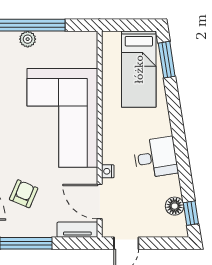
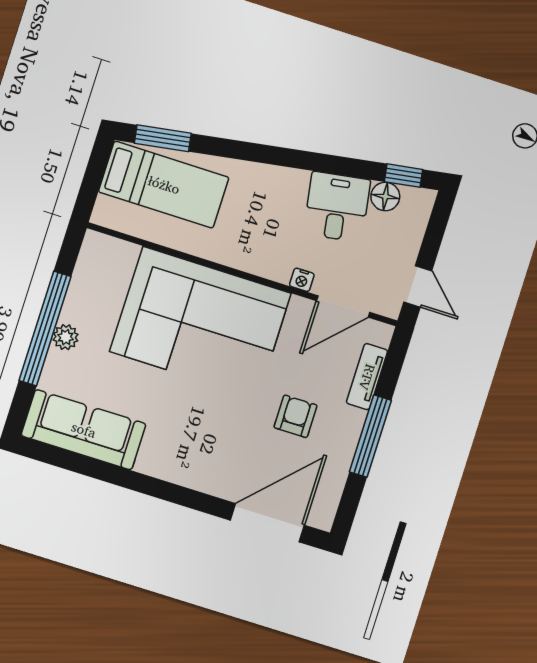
desk: (156, 157) -> (337, 207), moved
armchair: (24, 194) -> (295, 416), turned 67
tv unit: (77, 230) -> (367, 377), moved

